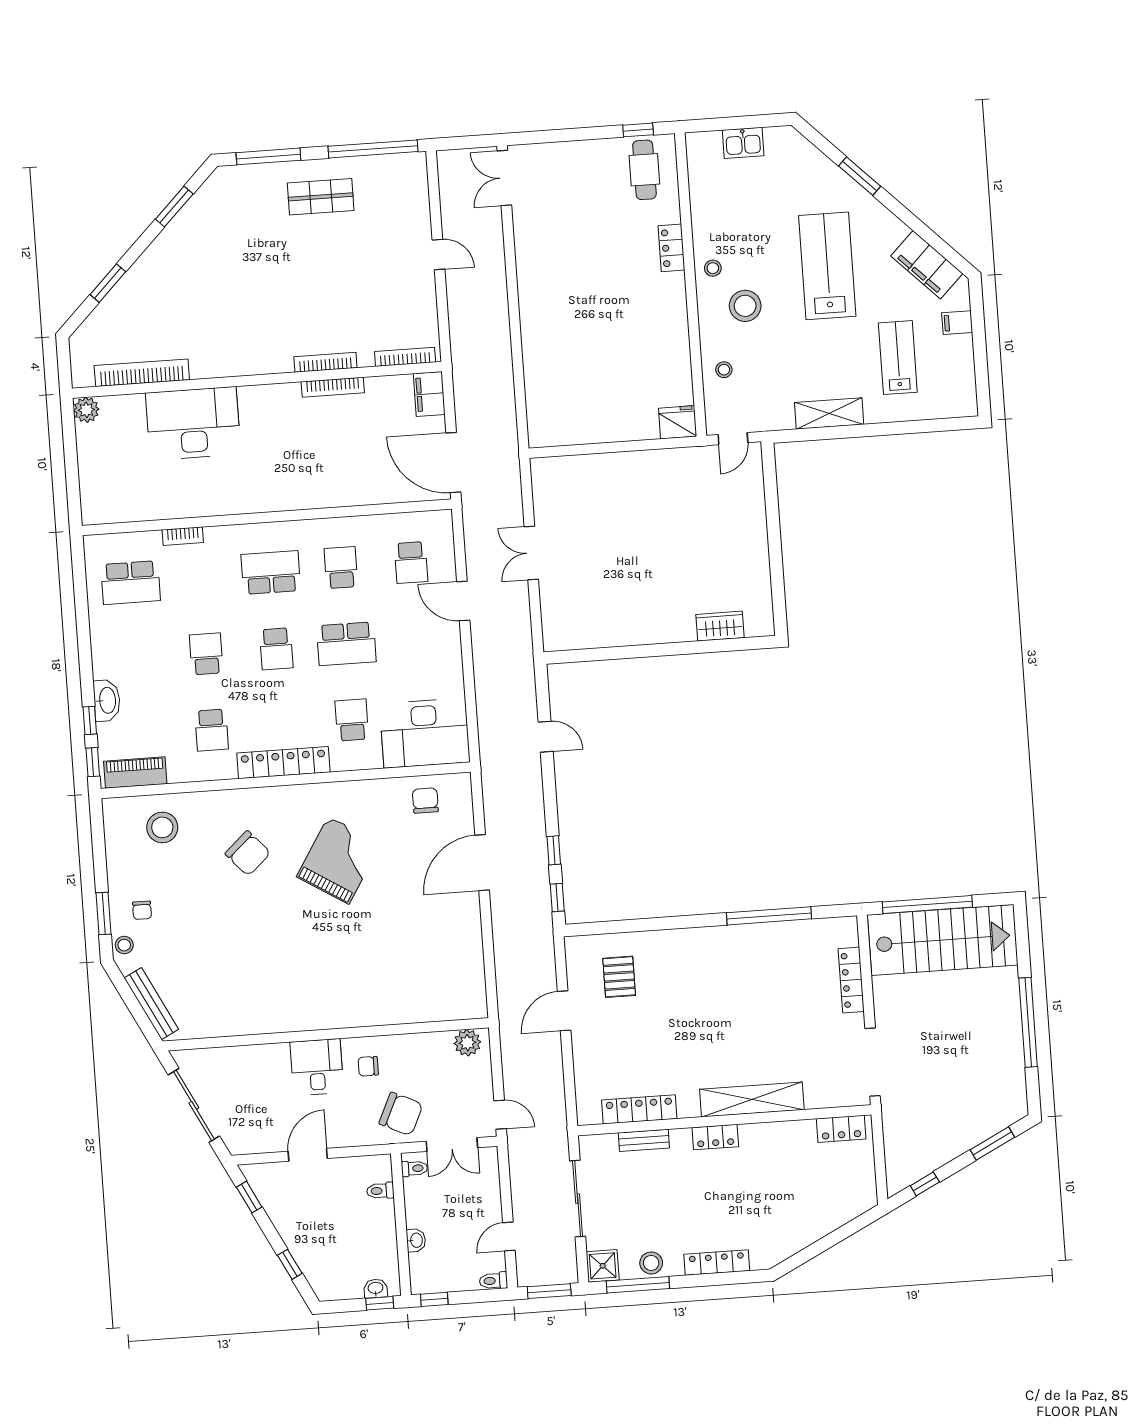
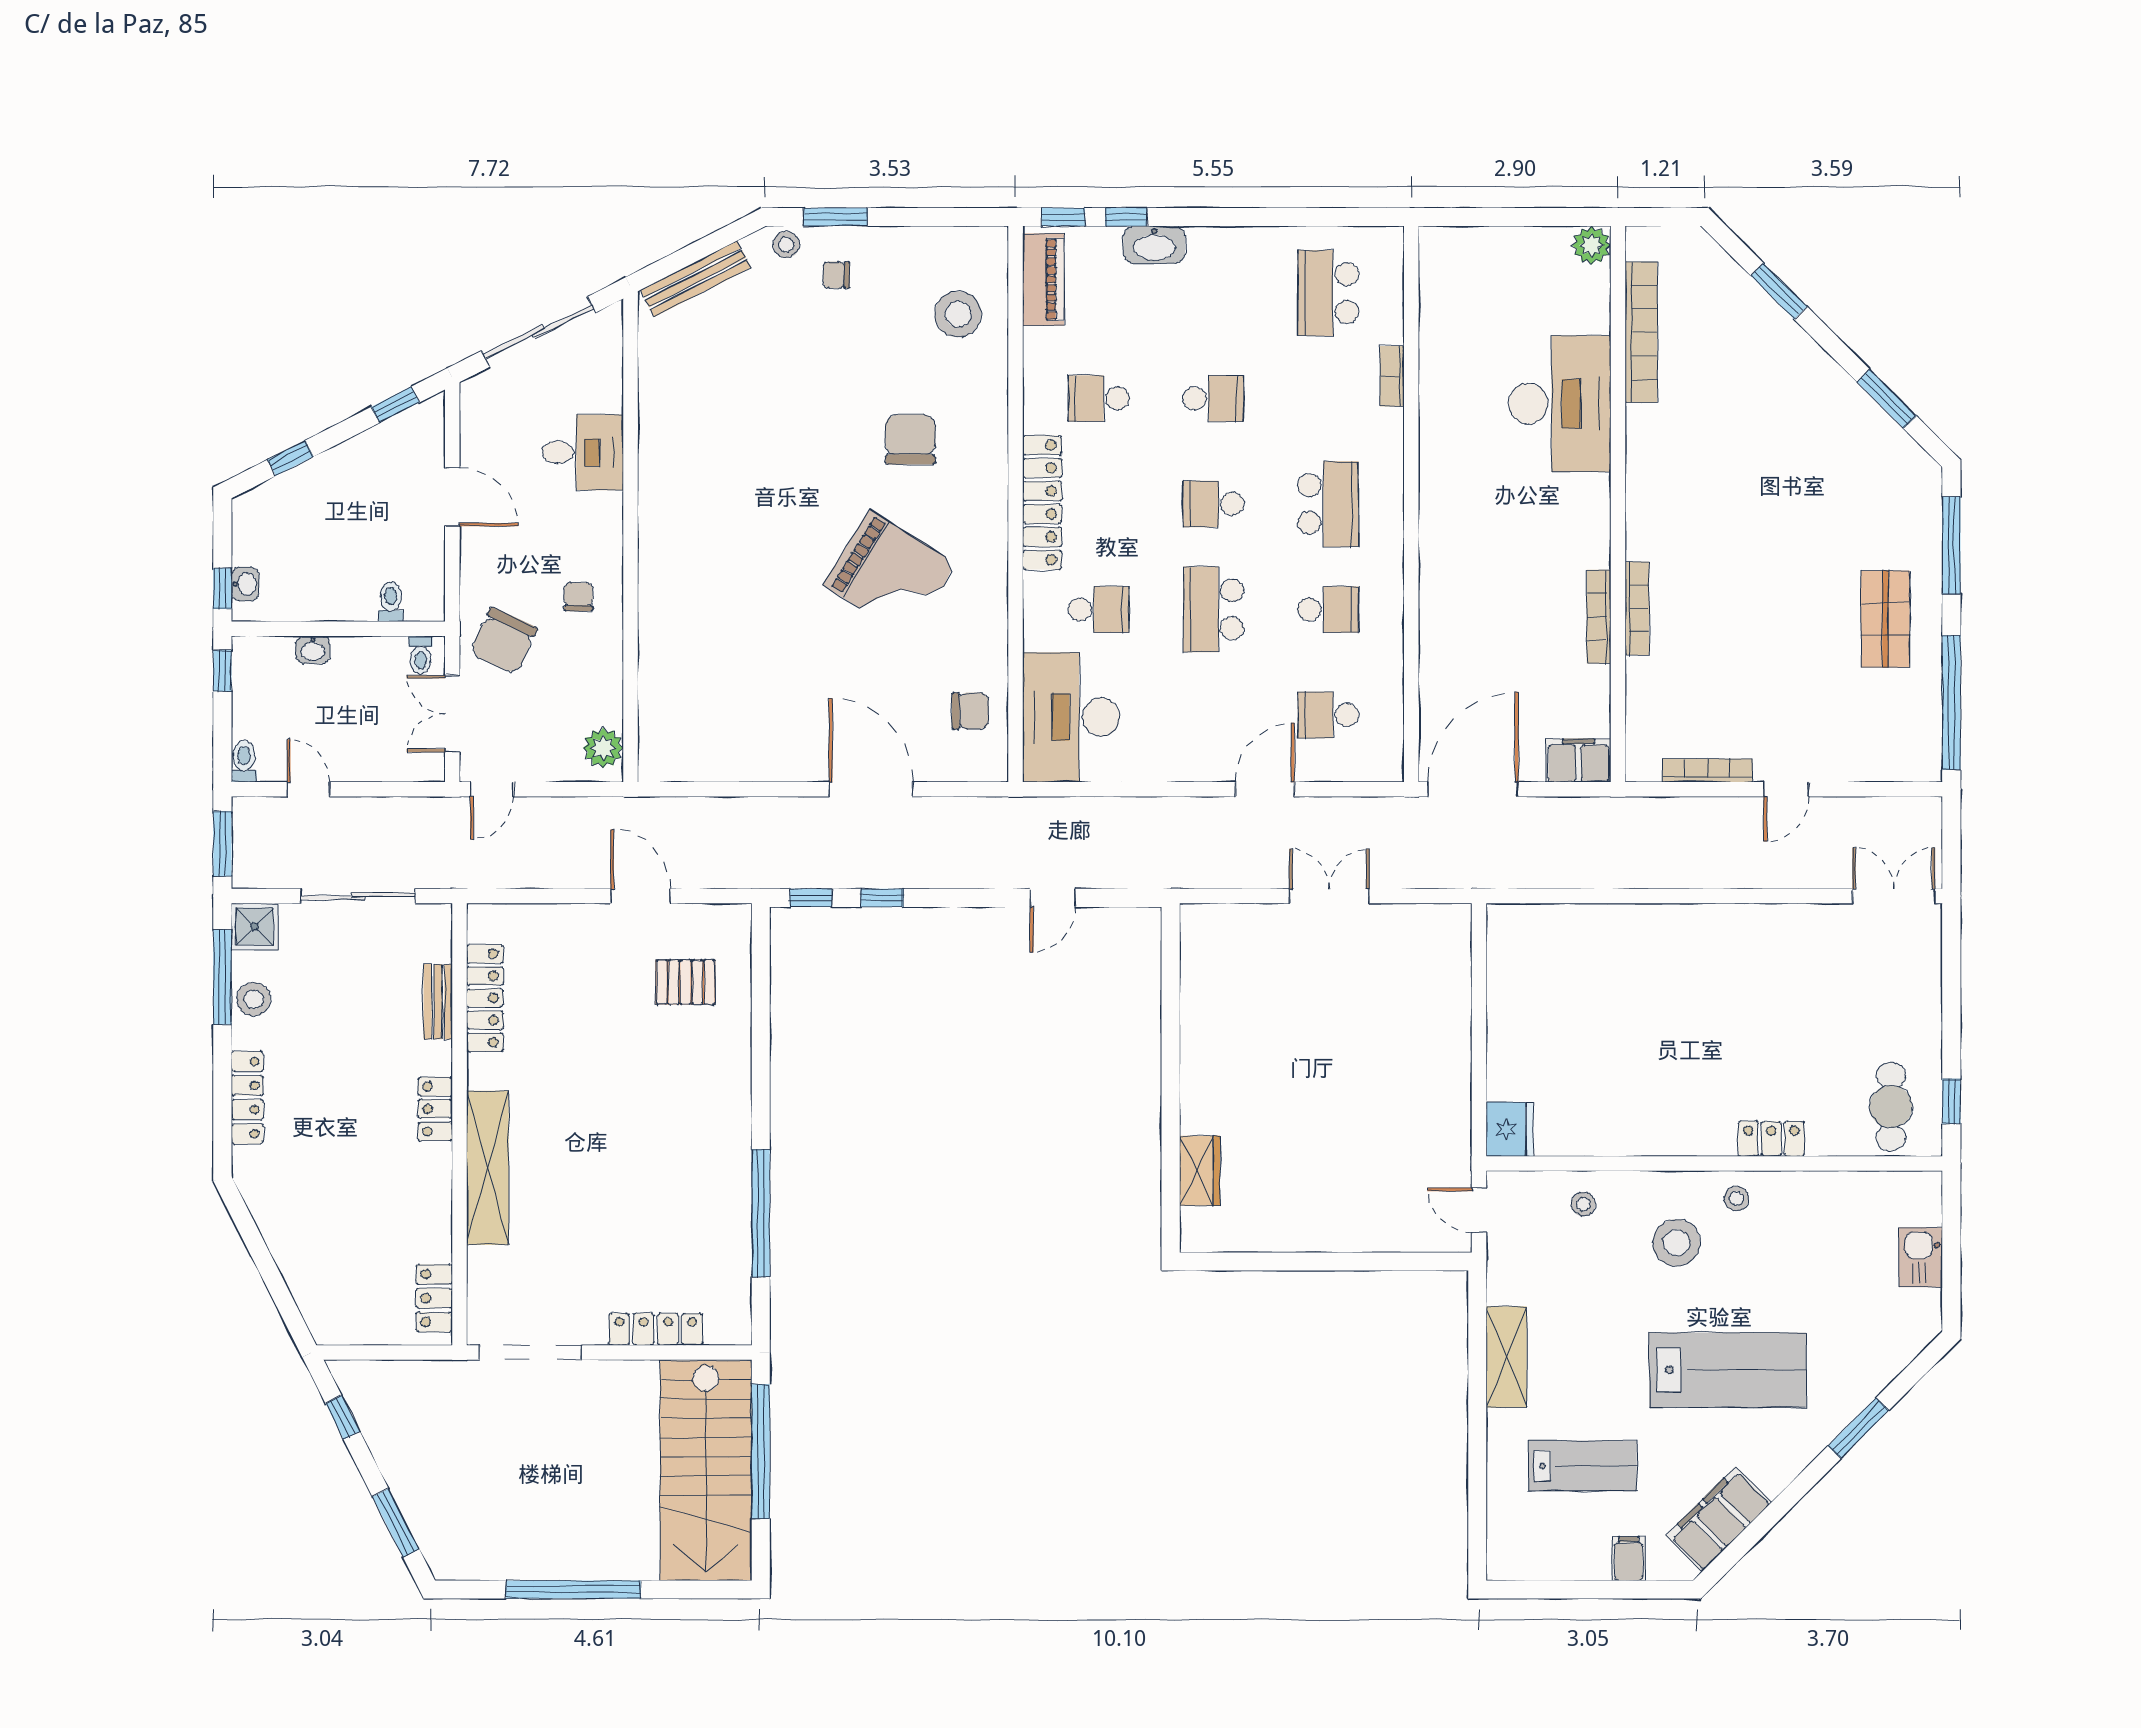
cafe table: (644, 170) -> (1891, 1107), turned 90
bookcase: (405, 357) -> (1707, 770), moved, turned -90
chair: (248, 853) -> (910, 439), turned 132
desk: (317, 1067) -> (583, 452), moved

